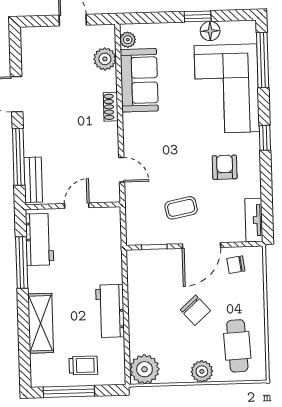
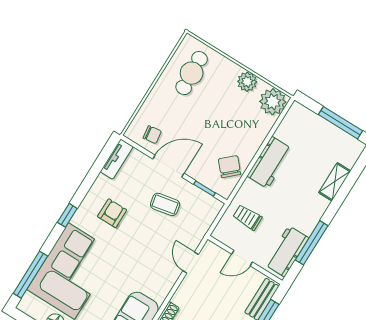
armchair: (225, 167) -> (112, 213), turned 180
chair: (195, 310) -> (230, 167), moved
shelving: (41, 323) -> (335, 182), width x0.67, depth x0.75
trolley: (83, 365) -> (247, 217), moved
plant: (202, 371) -> (247, 82), moved

